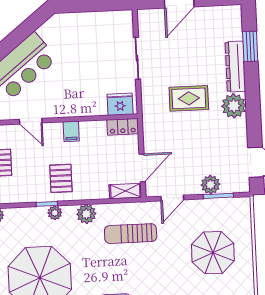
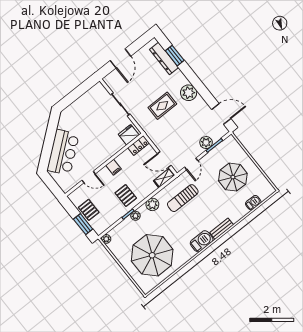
dresser: (235, 67) -> (164, 58), moved
door: (142, 168) -> (164, 159), swing flipped

